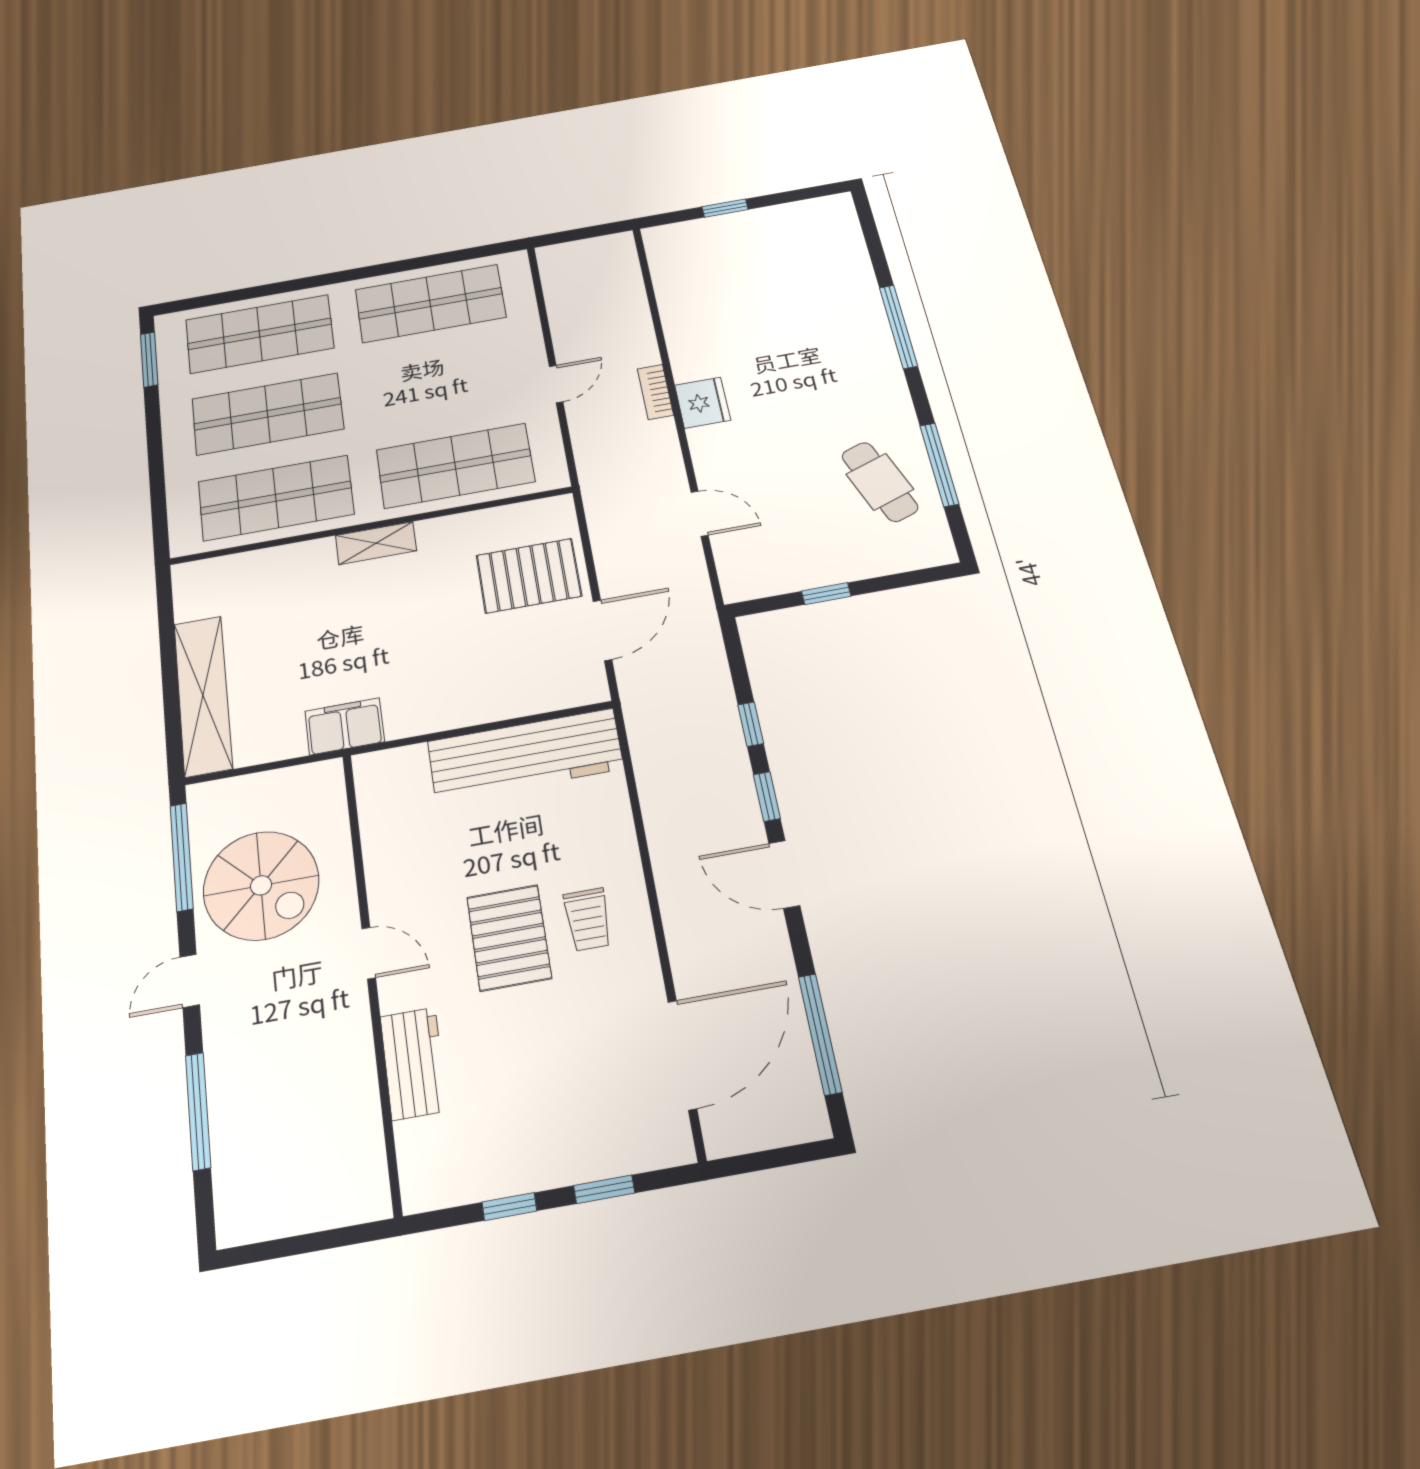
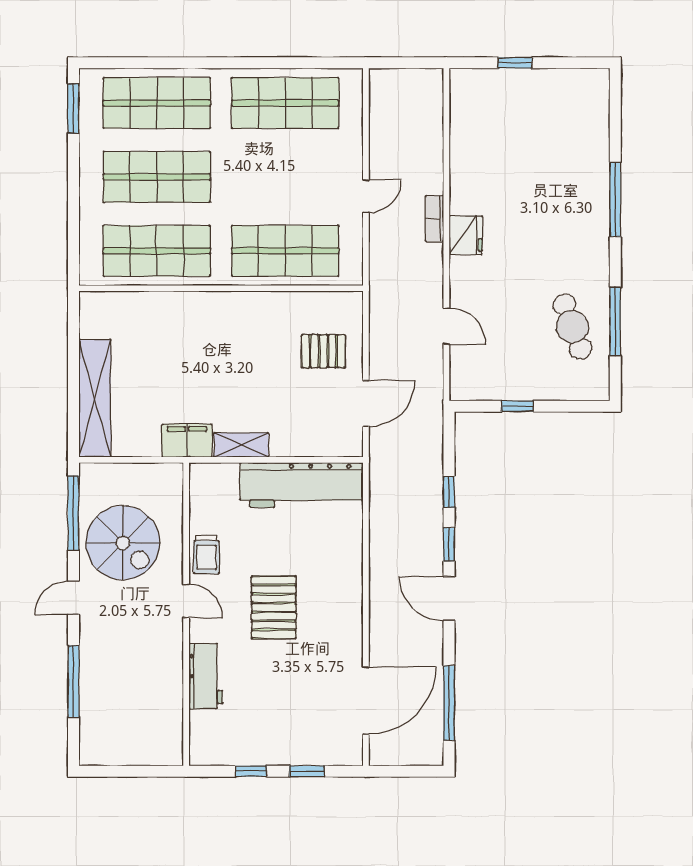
shelving: (376, 543) -> (241, 445), moved
pallet: (529, 576) -> (323, 351), width x0.67, depth x0.71
trolley: (588, 919) -> (206, 555), moved

